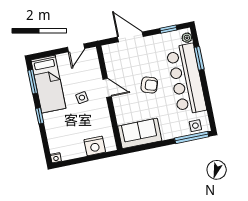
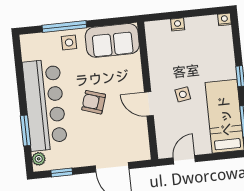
side table: (195, 126) -> (69, 43), moved
window: (192, 137) -> (64, 26), moved
nightstand: (95, 146) -> (178, 24), width x0.53, depth x0.56

